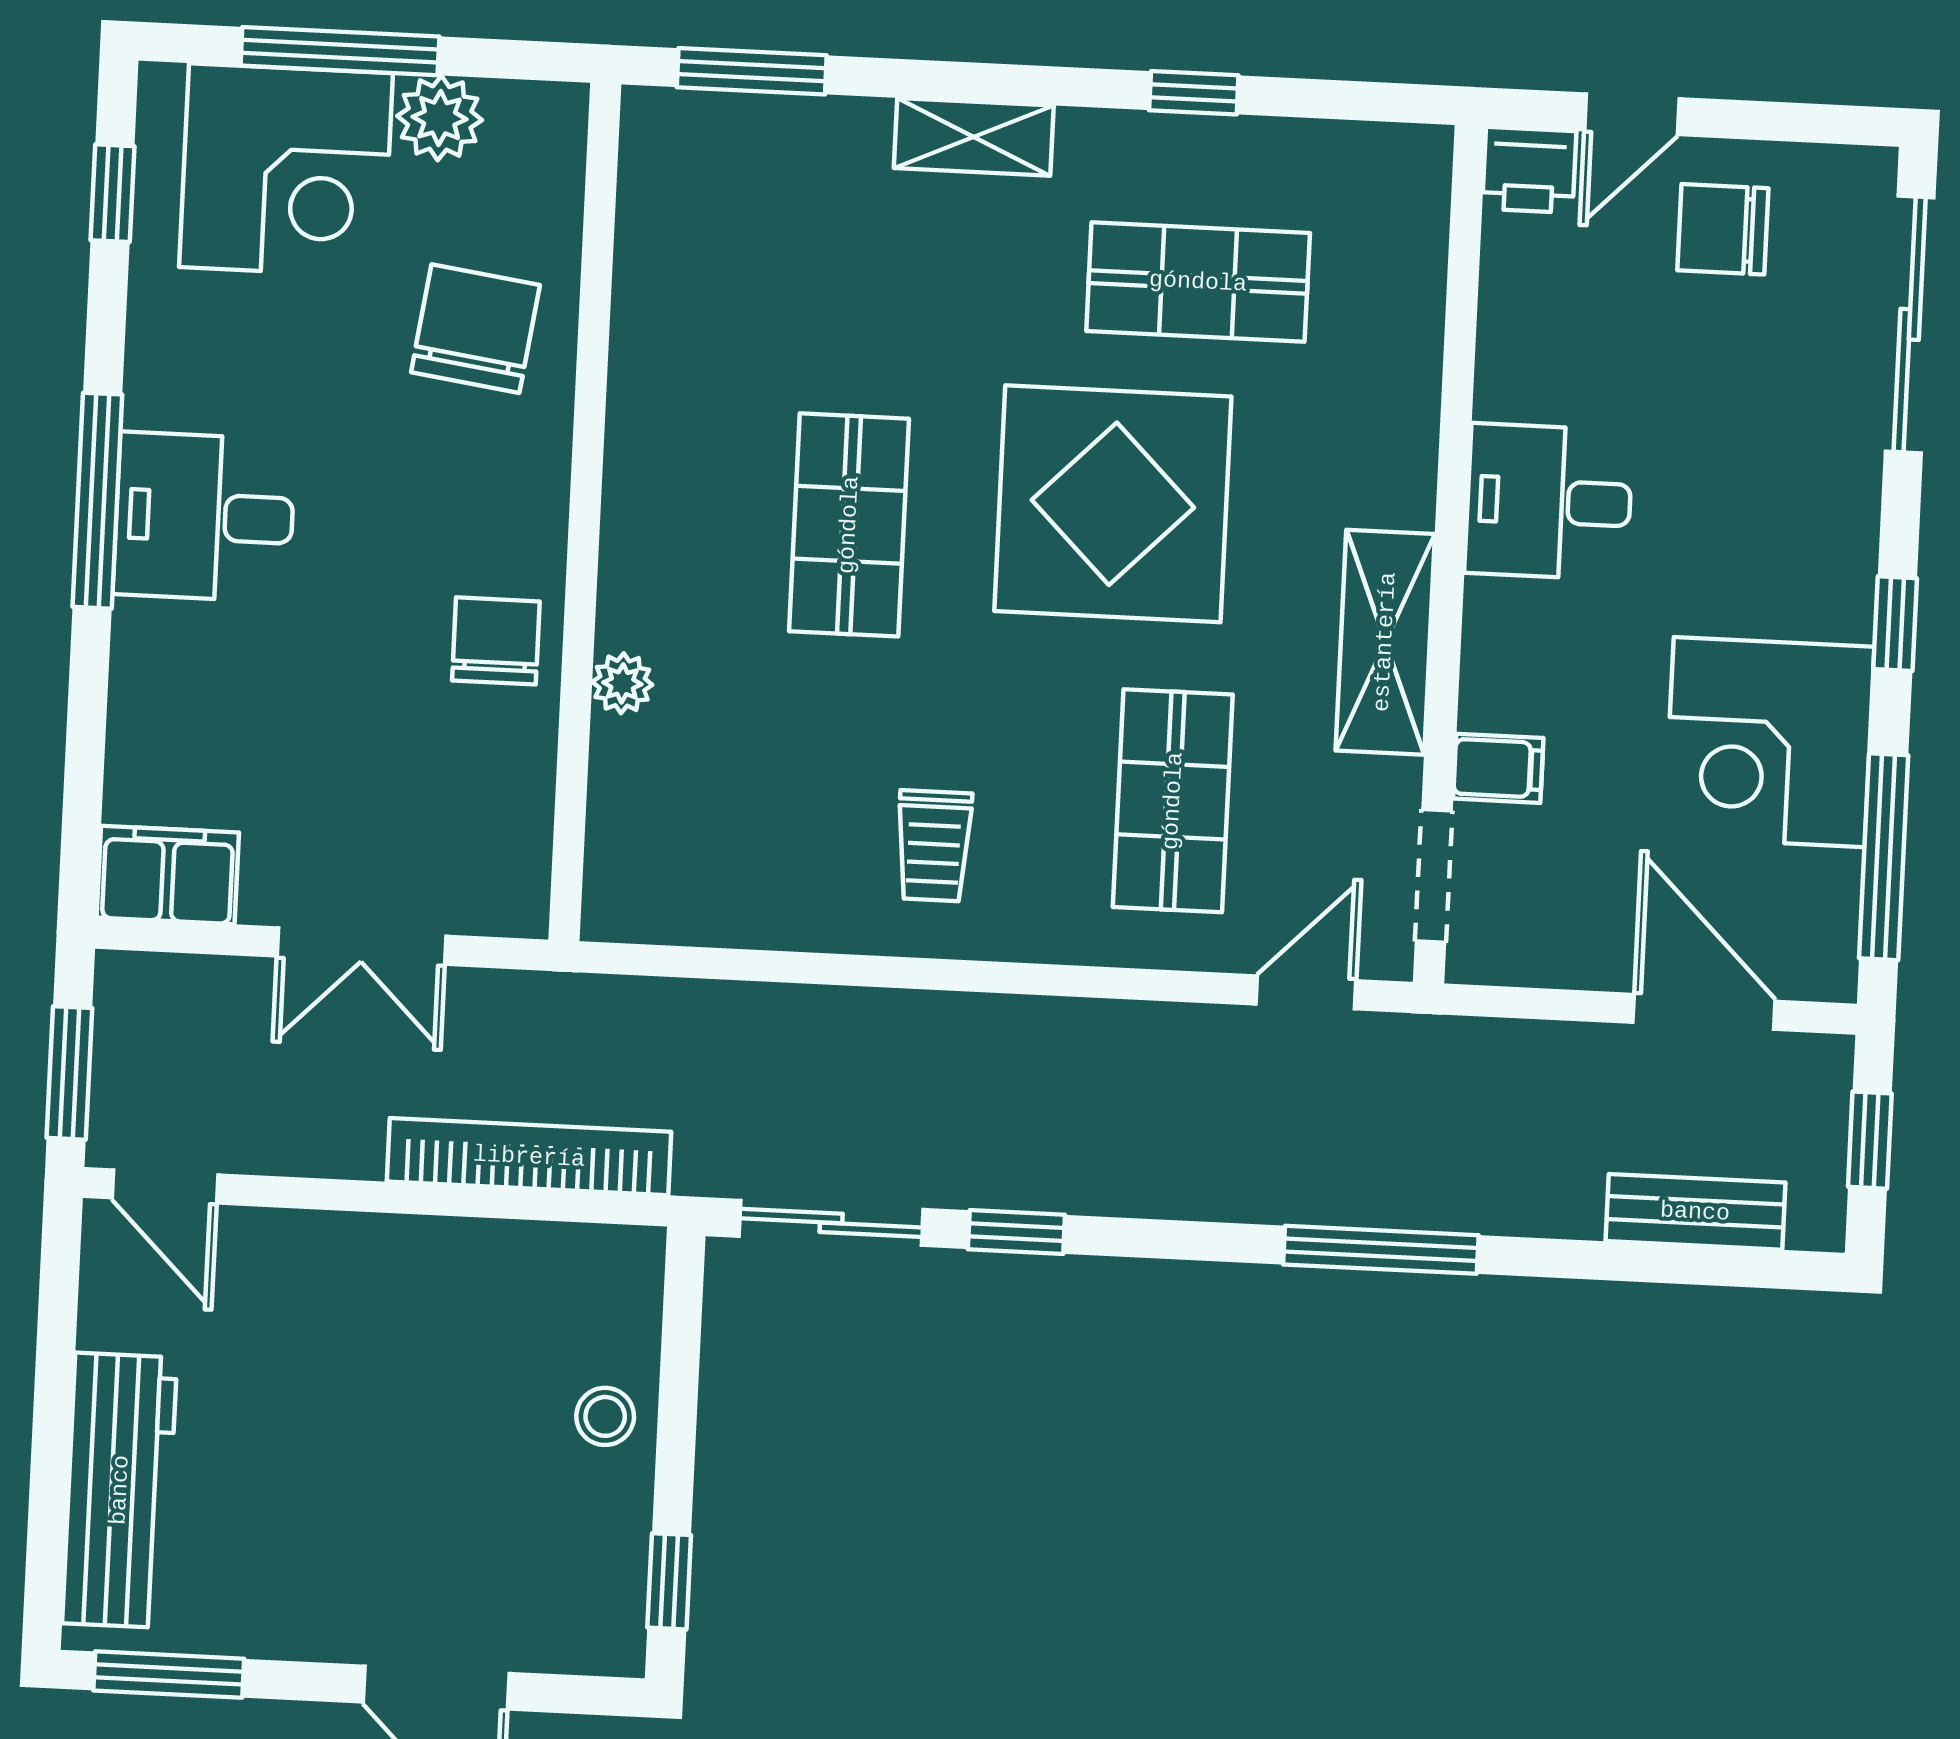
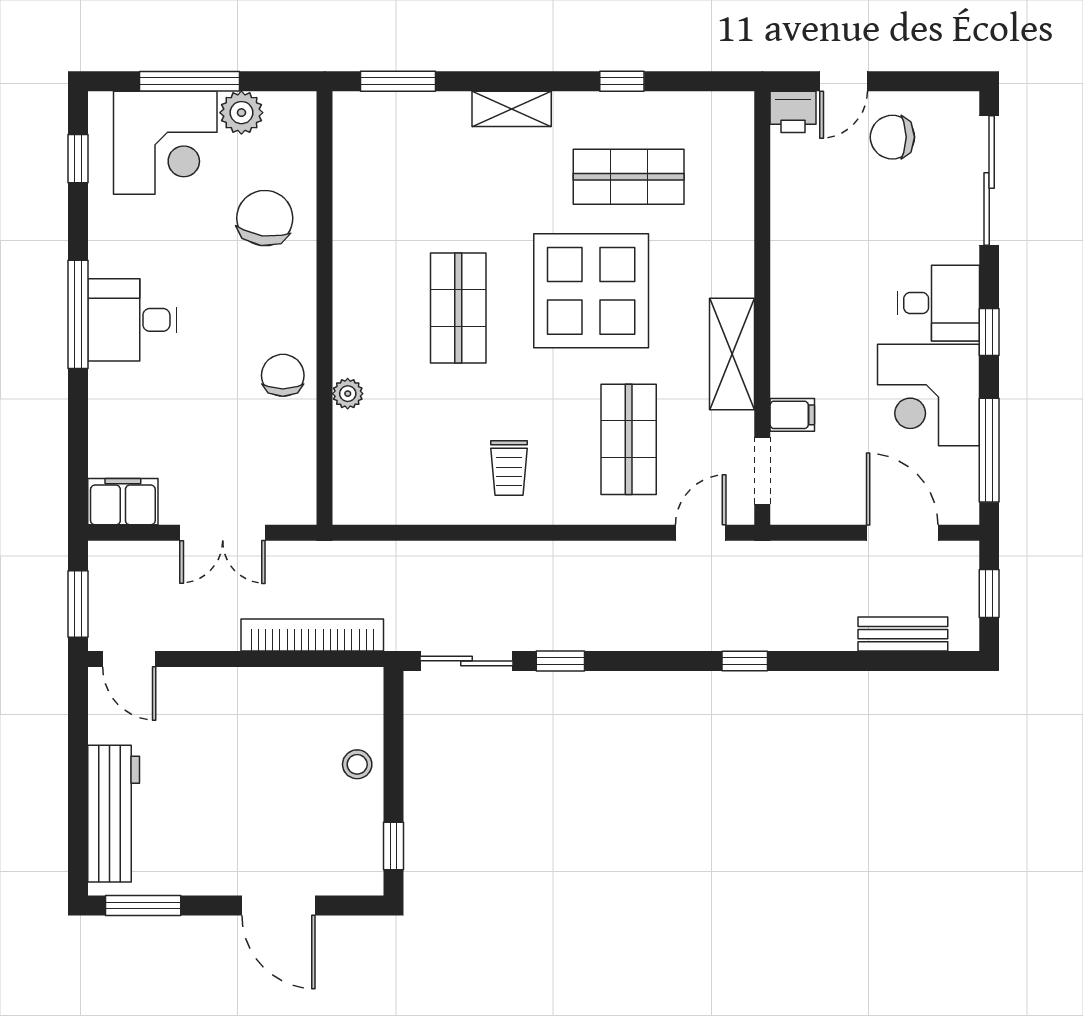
desk: (1549, 502) -> (938, 303), moved, turned 180
window: (1381, 1250) -> (745, 661), width x0.46

